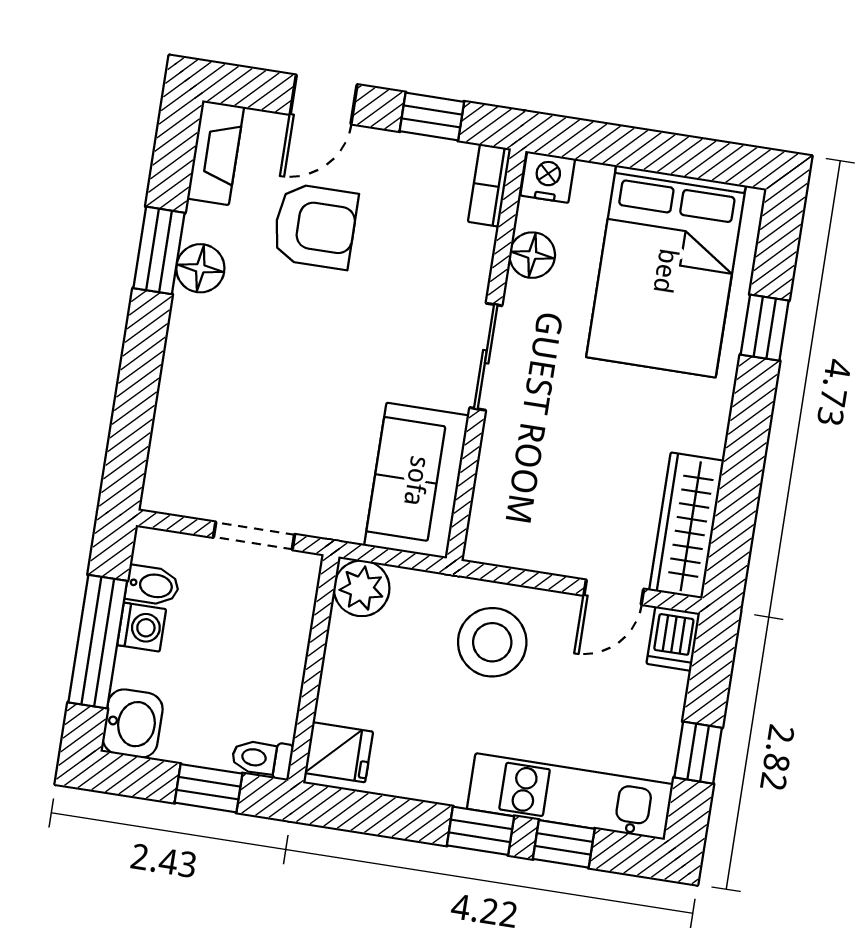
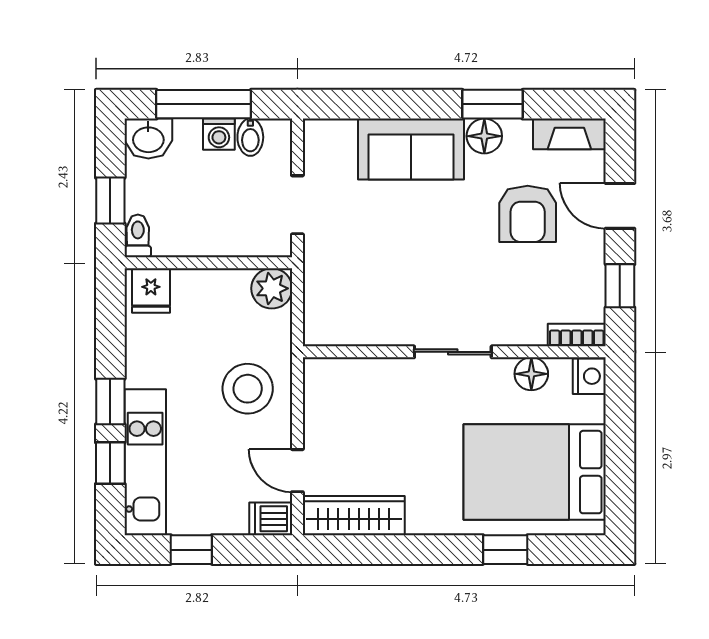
sofa: (417, 481) -> (411, 149), moved, turned 180

